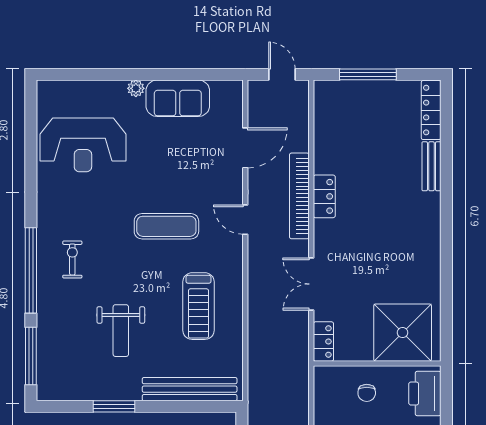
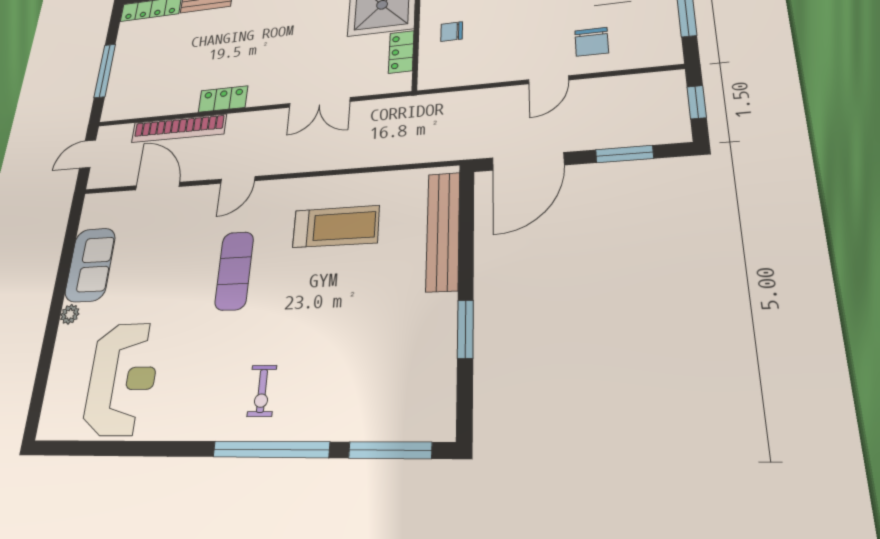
bookcase: (299, 196) -> (179, 128), moved
exercise bike: (72, 259) -> (262, 391), turned -90
weight bench: (121, 331) -> (361, 323), removed
locker: (323, 342) -> (401, 52), moved, turned -90
chair: (367, 393) -> (452, 32), turned 180

